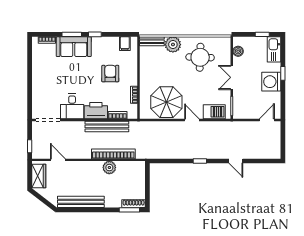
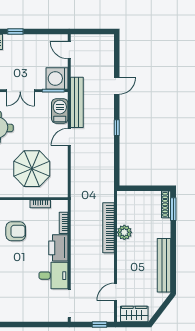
armchair: (110, 74) -> (16, 231), turned 180
washing machine: (271, 82) -> (57, 78), moved, turned 90
parasol: (166, 102) -> (32, 169), moved
bench: (107, 126) -> (77, 102), moved

